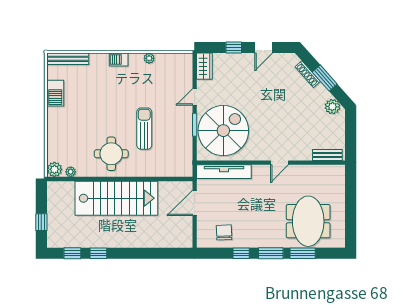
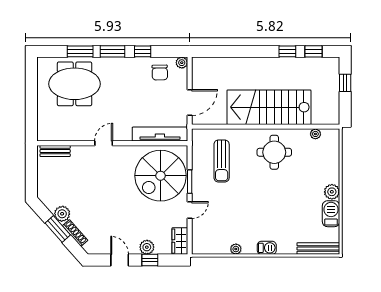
door: (264, 48) -> (120, 260), hinge flipped
plant: (237, 60) -> (147, 247), added
plant: (332, 107) -> (62, 214), moved
sun lounger: (144, 129) -> (222, 161), moved
plant: (54, 169) -> (332, 192), moved
meeting table: (308, 221) -> (75, 84), turned 90
plant: (202, 242) -> (182, 63), added

